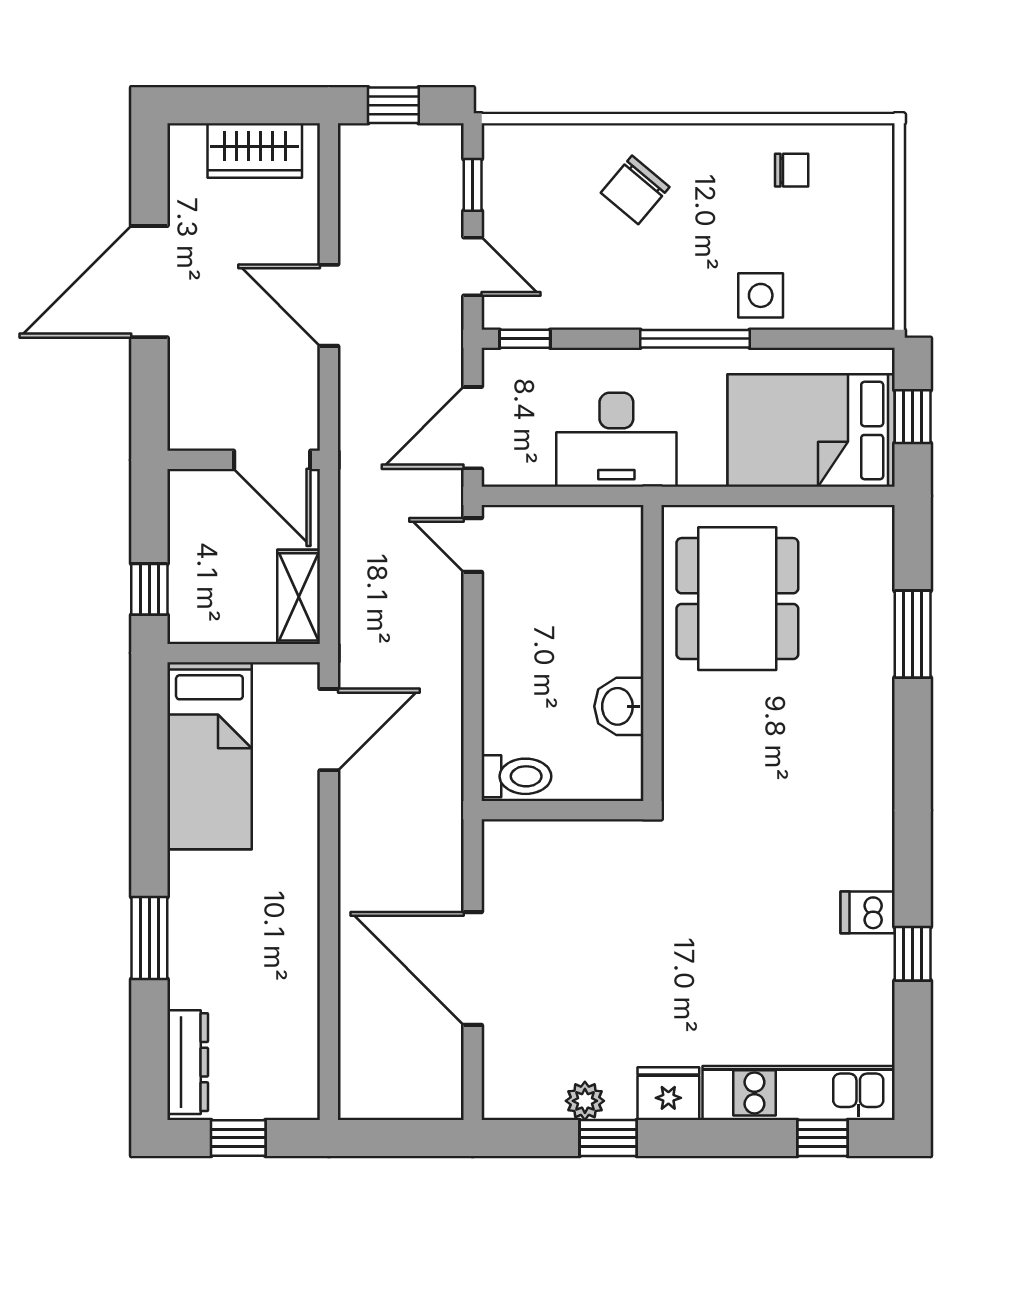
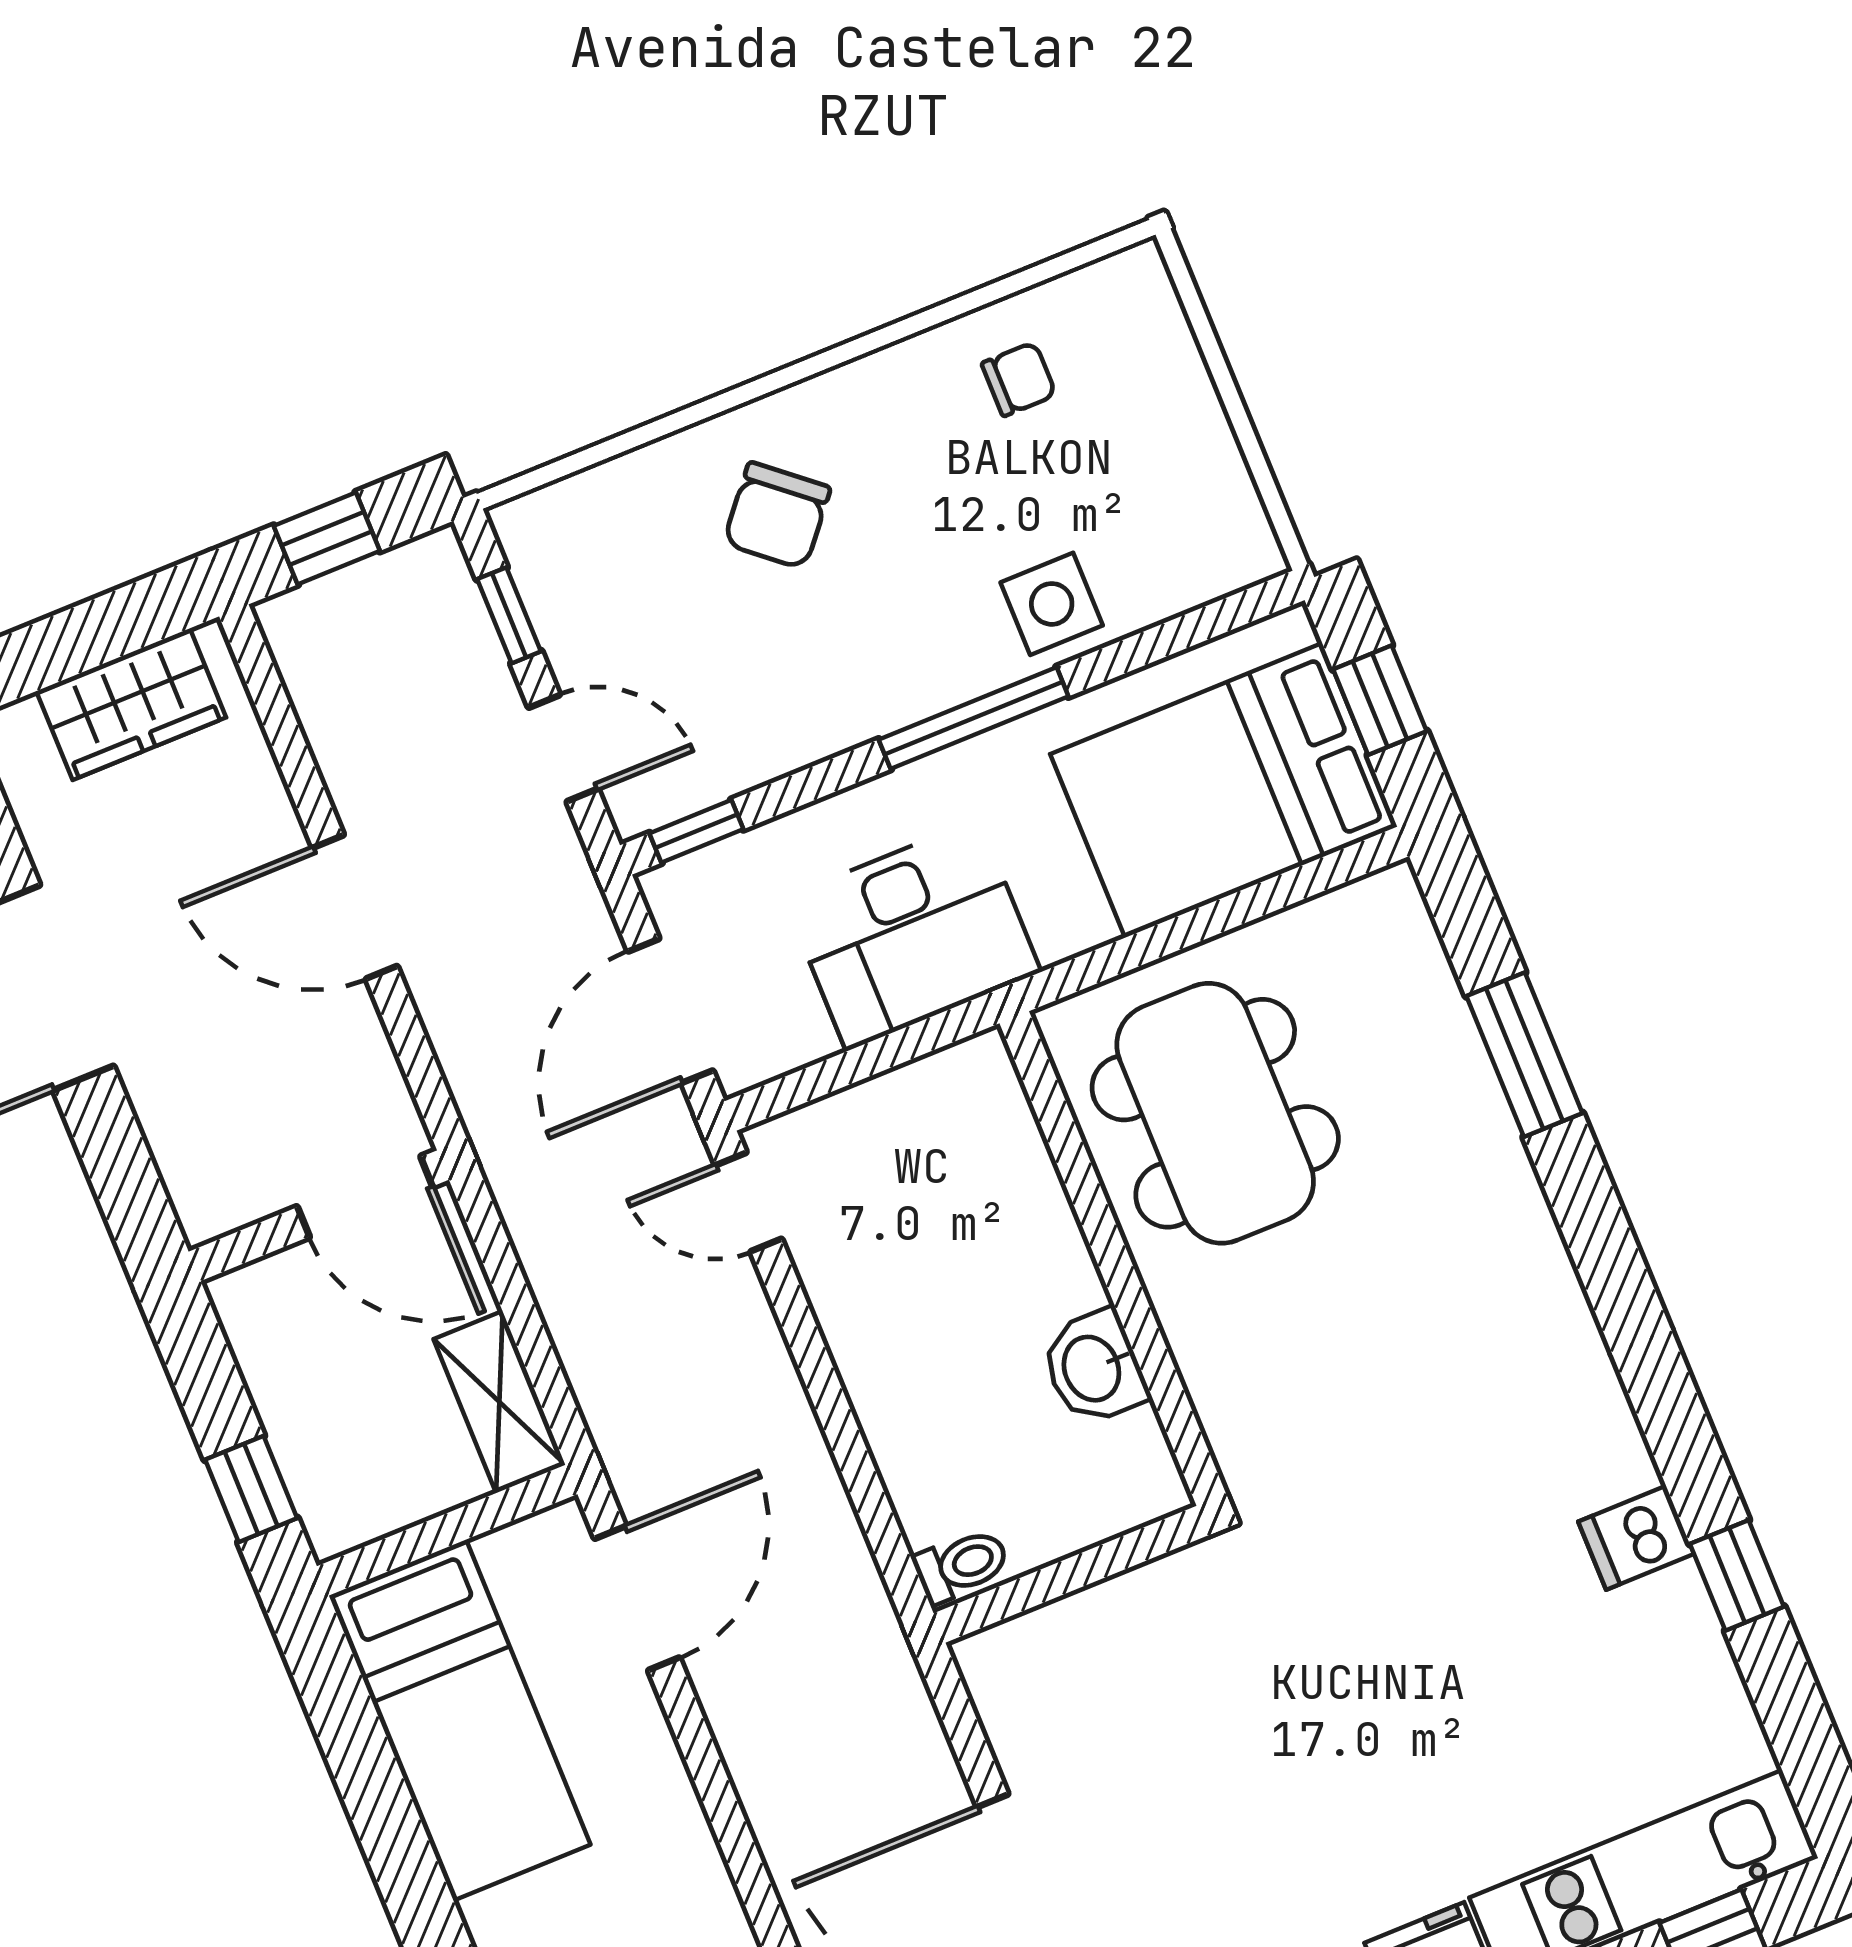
toilet: (516, 776) -> (961, 1565), width x0.73, depth x0.72

